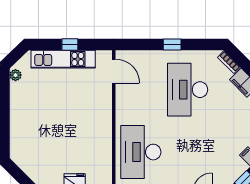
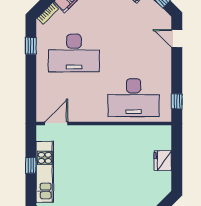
window: (172, 44) -> (31, 46), moved

